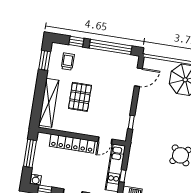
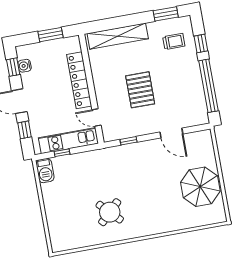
door: (138, 77) -> (171, 133), moved
pallet: (80, 97) -> (140, 90), moved, turned 90
window: (30, 153) -> (51, 35), width x0.69
water cooler: (36, 180) -> (25, 66), moved

